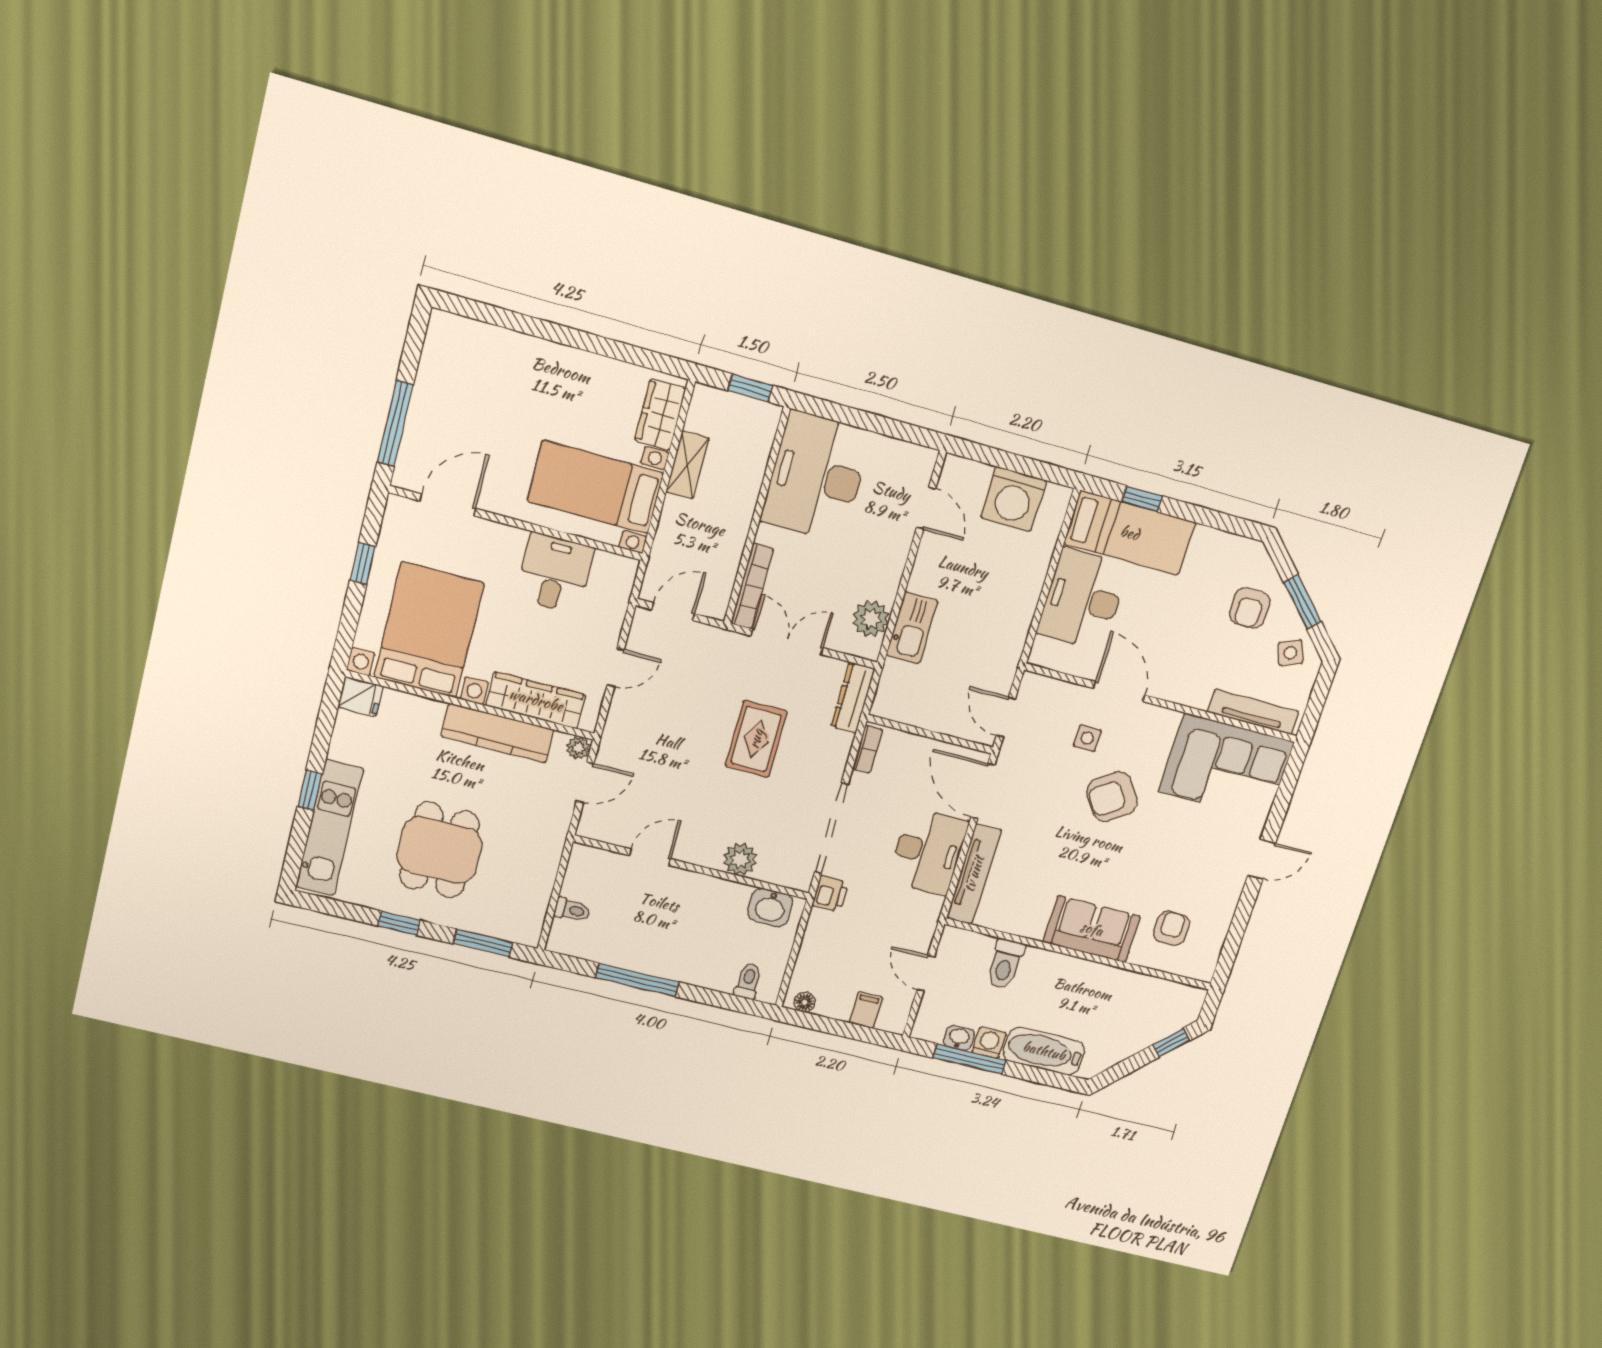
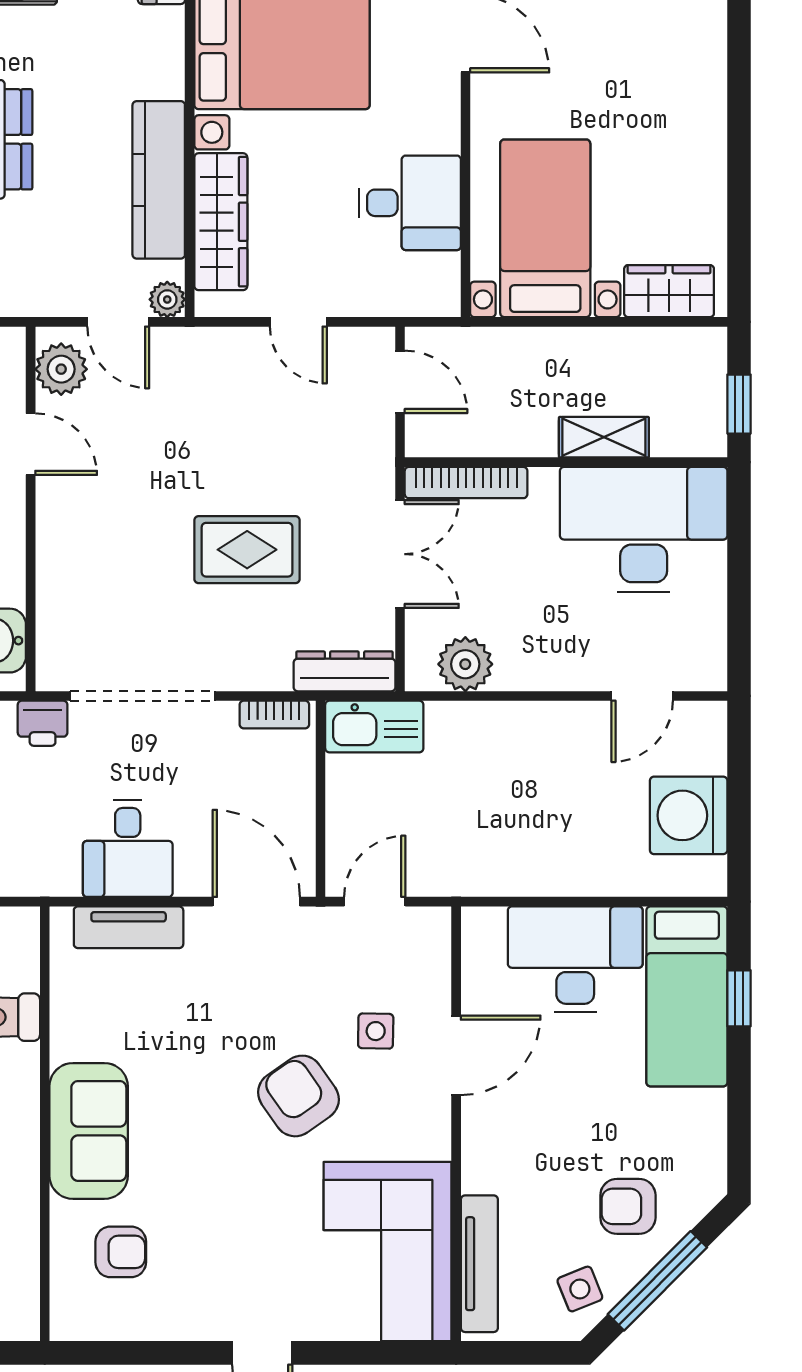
shelving: (688, 465) -> (604, 437), moved
window: (1302, 602) -> (657, 1281), width x1.44
kitchen sink: (912, 628) -> (374, 726), moved
door: (983, 791) -> (256, 902), hinge flipped
desk: (928, 852) -> (128, 849), width x0.73
plant: (740, 859) -> (61, 369), moved
tv unit: (974, 874) -> (129, 927), width x0.71

